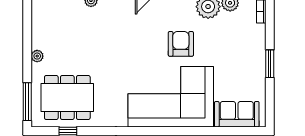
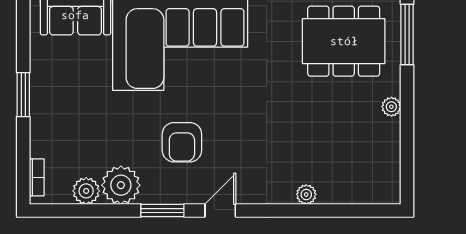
armchair: (181, 44) -> (182, 142), moved

